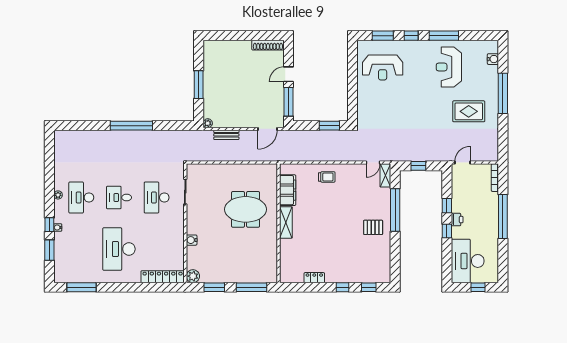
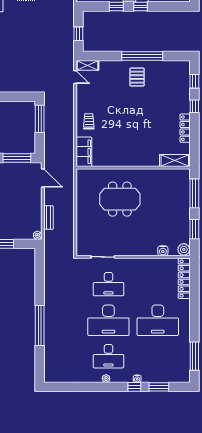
window: (131, 126) -> (40, 325), moved
window: (329, 126) -> (40, 119), width x1.44
filing cabinet: (288, 190) -> (84, 152), moved, turned 90
desk: (119, 197) -> (108, 320), width x1.87, depth x1.30
meeting table: (246, 209) -> (120, 199), turned 90
window: (395, 210) -> (142, 56), moved
shelving: (286, 222) -> (175, 161), moved
water cooler: (192, 240) -> (163, 251), moved
locker: (314, 278) -> (185, 128), width x1.53

